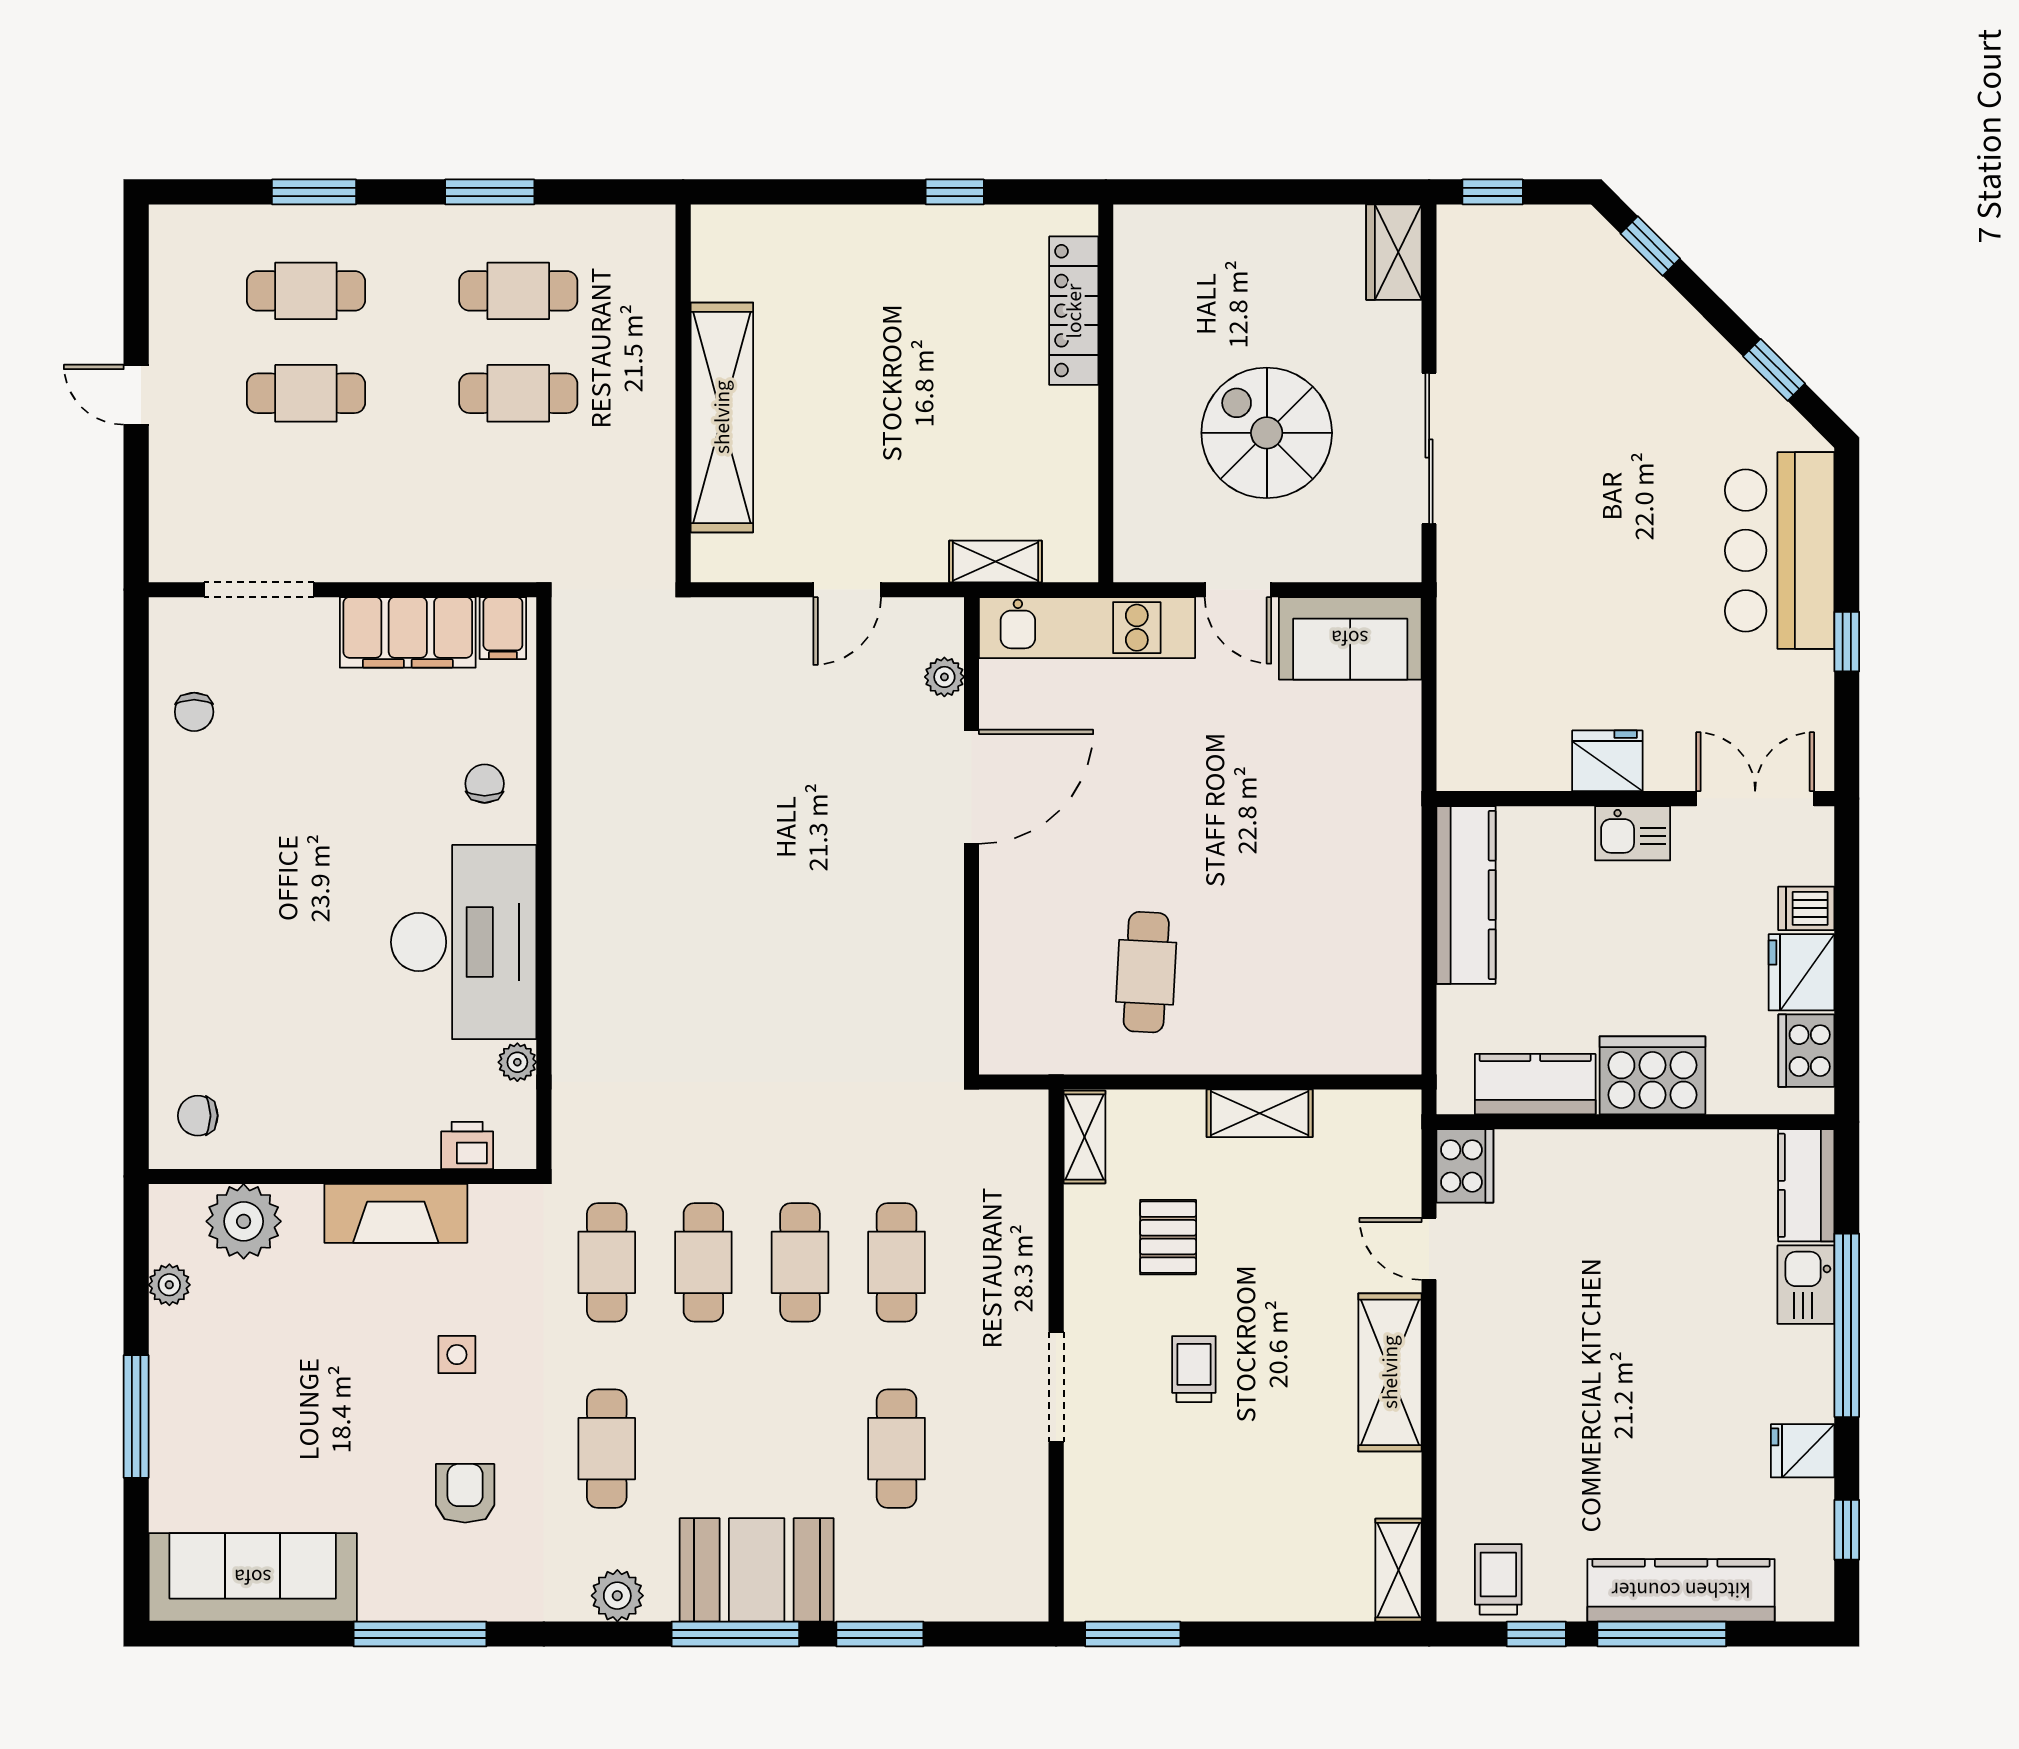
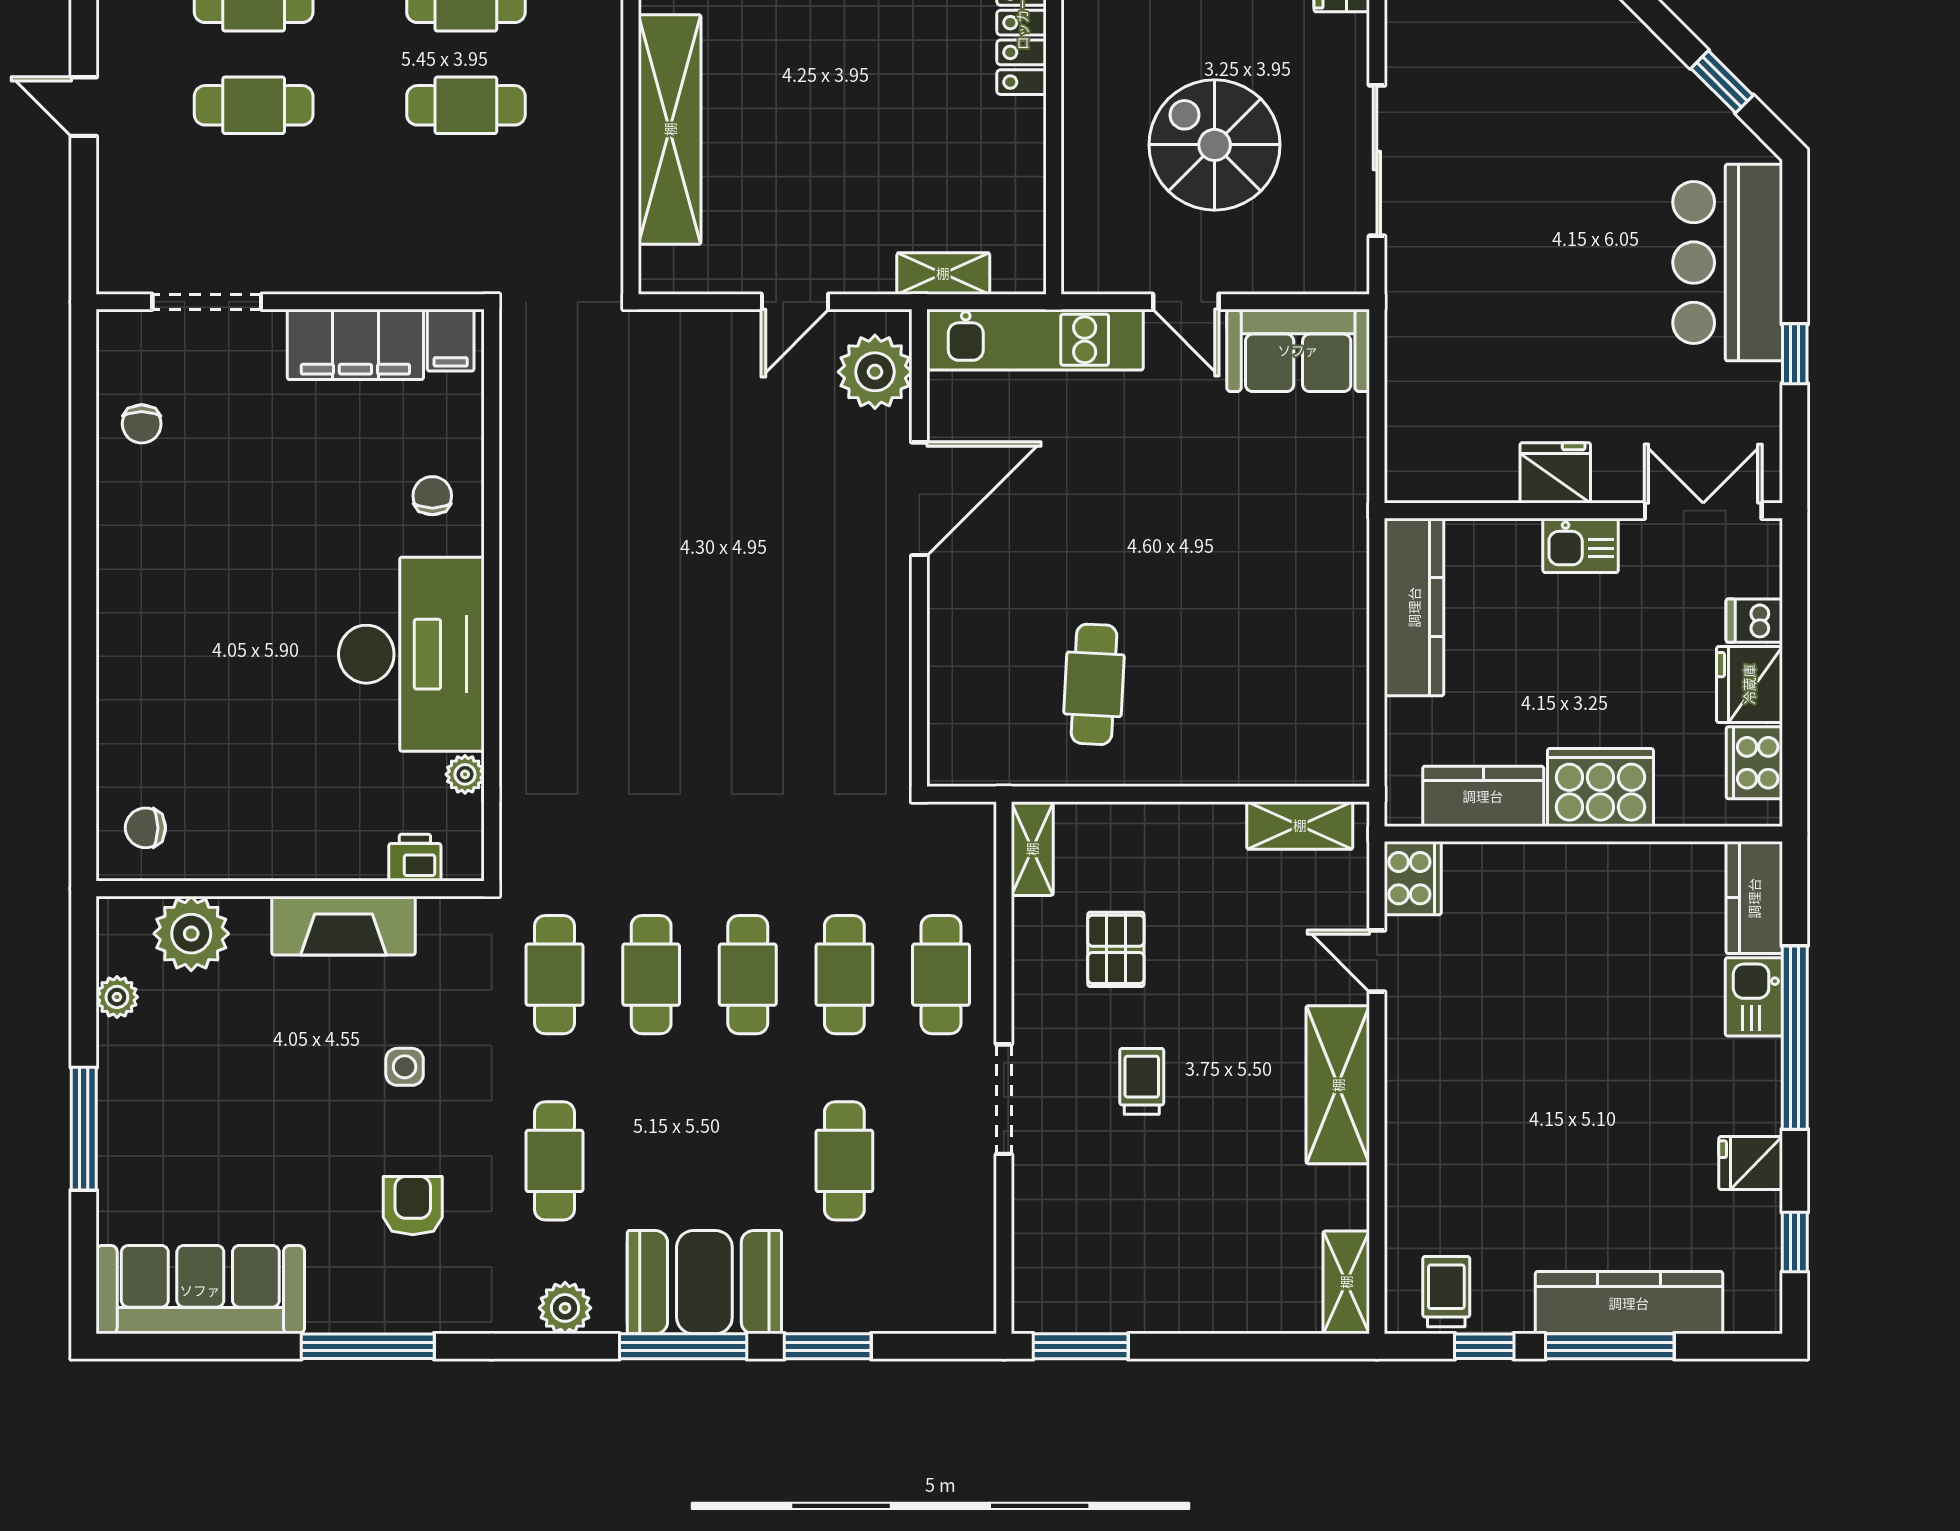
plant: (944, 677) -> (875, 372), width x1.88, depth x1.88
shelving: (1260, 1113) -> (1300, 825), moved
cafe table: (993, 1262) -> (941, 975), added

